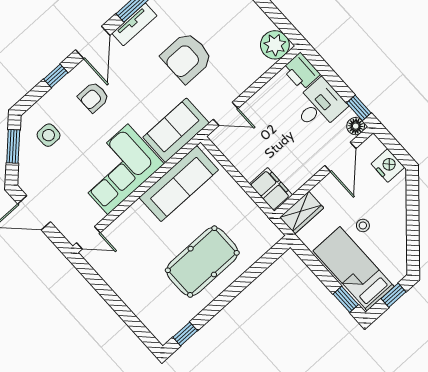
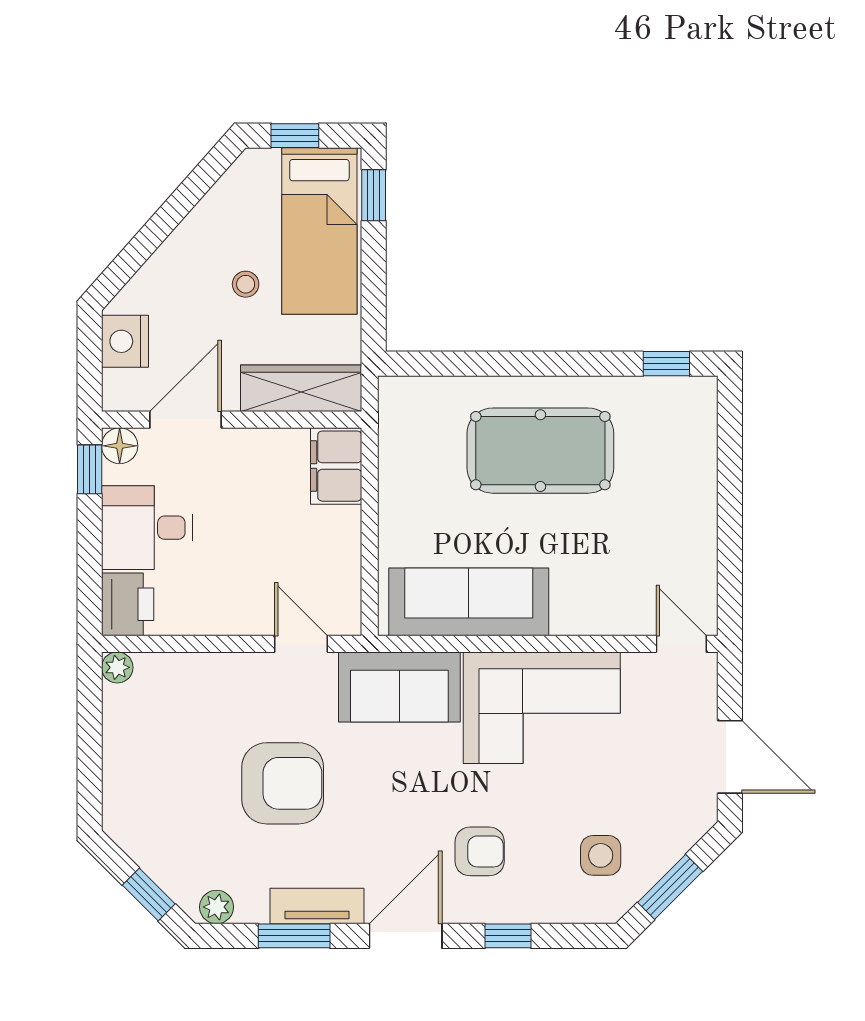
plant: (275, 45) -> (117, 667), width x0.53, depth x0.53
wardrobe: (302, 213) -> (301, 388), width x1.50

